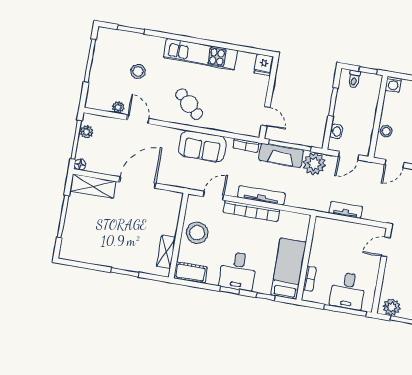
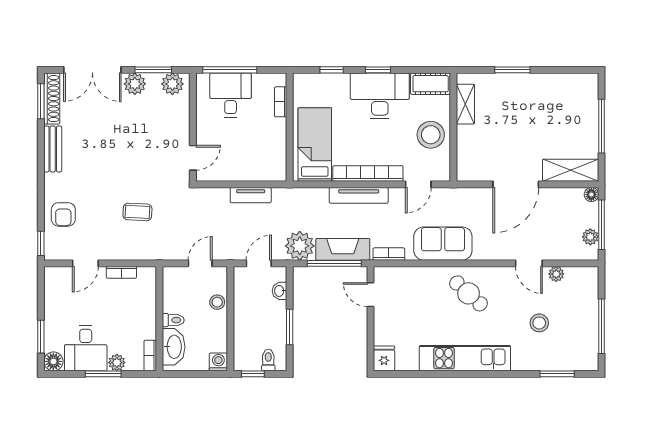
bed: (289, 269) -> (315, 145), moved, turned 180
desk: (238, 271) -> (380, 96), width x1.37

